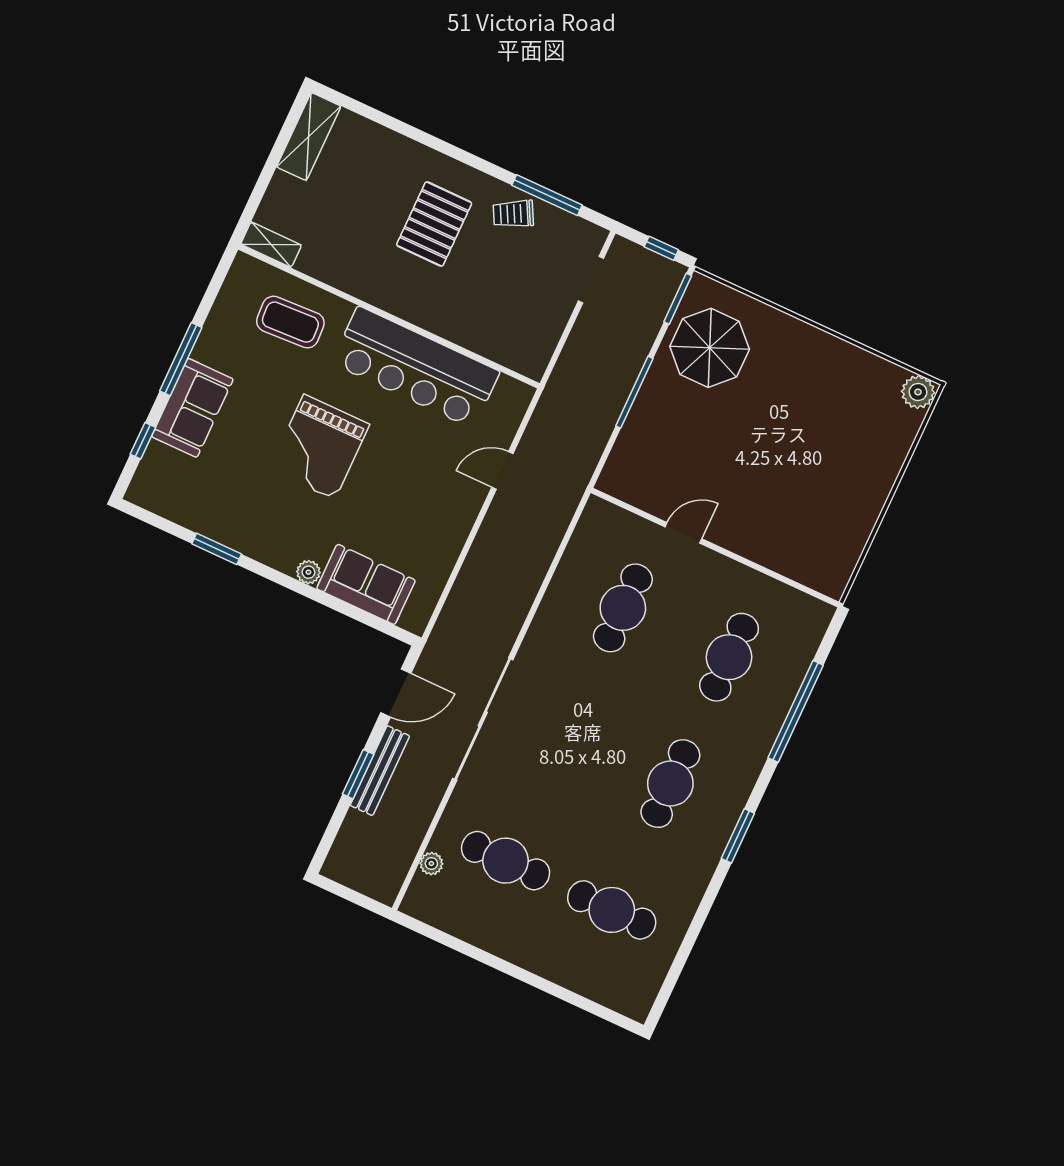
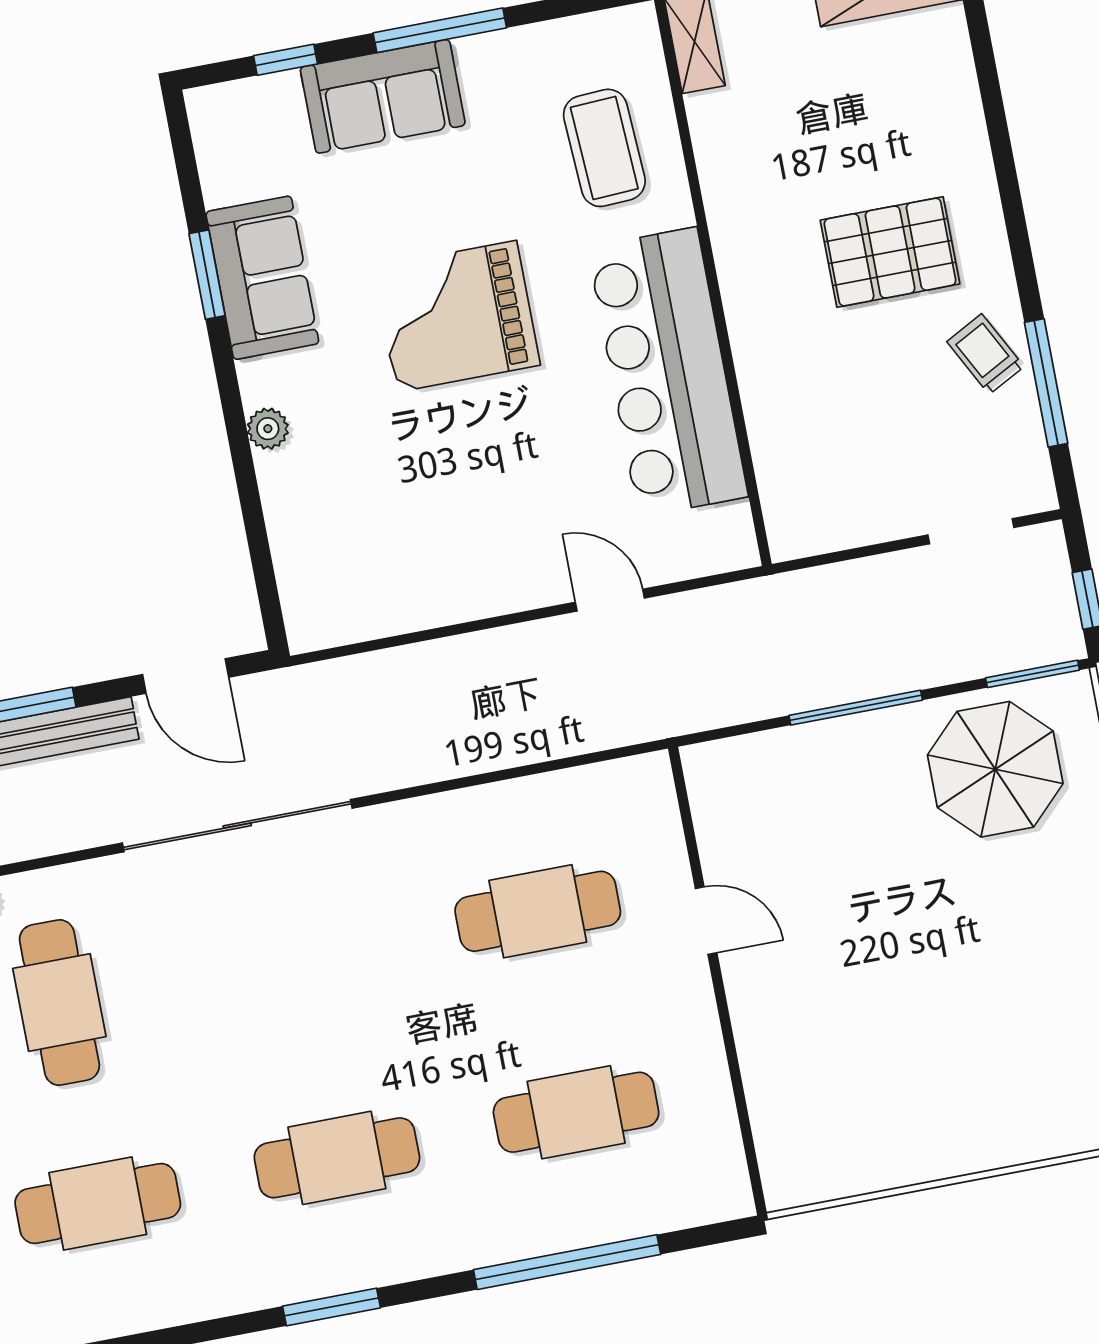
sofa: (366, 584) -> (262, 278), moved
cafe table: (612, 910) -> (98, 1203), turned 90

